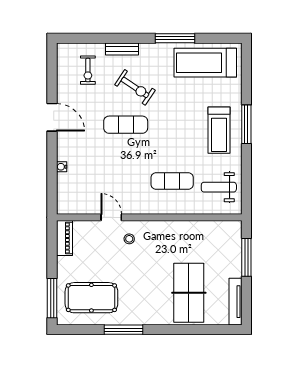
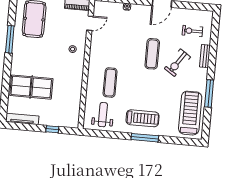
treadmill: (219, 130) -> (142, 118), turned 180
door: (111, 217) -> (90, 23), moved
window: (246, 257) -> (52, 129), width x0.46

